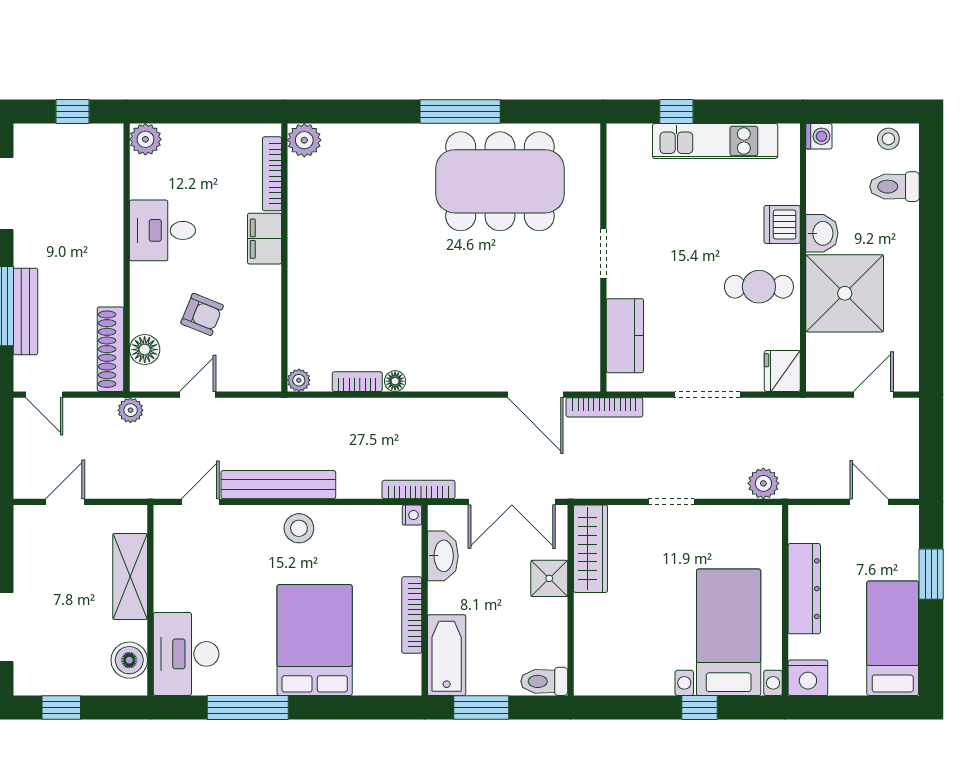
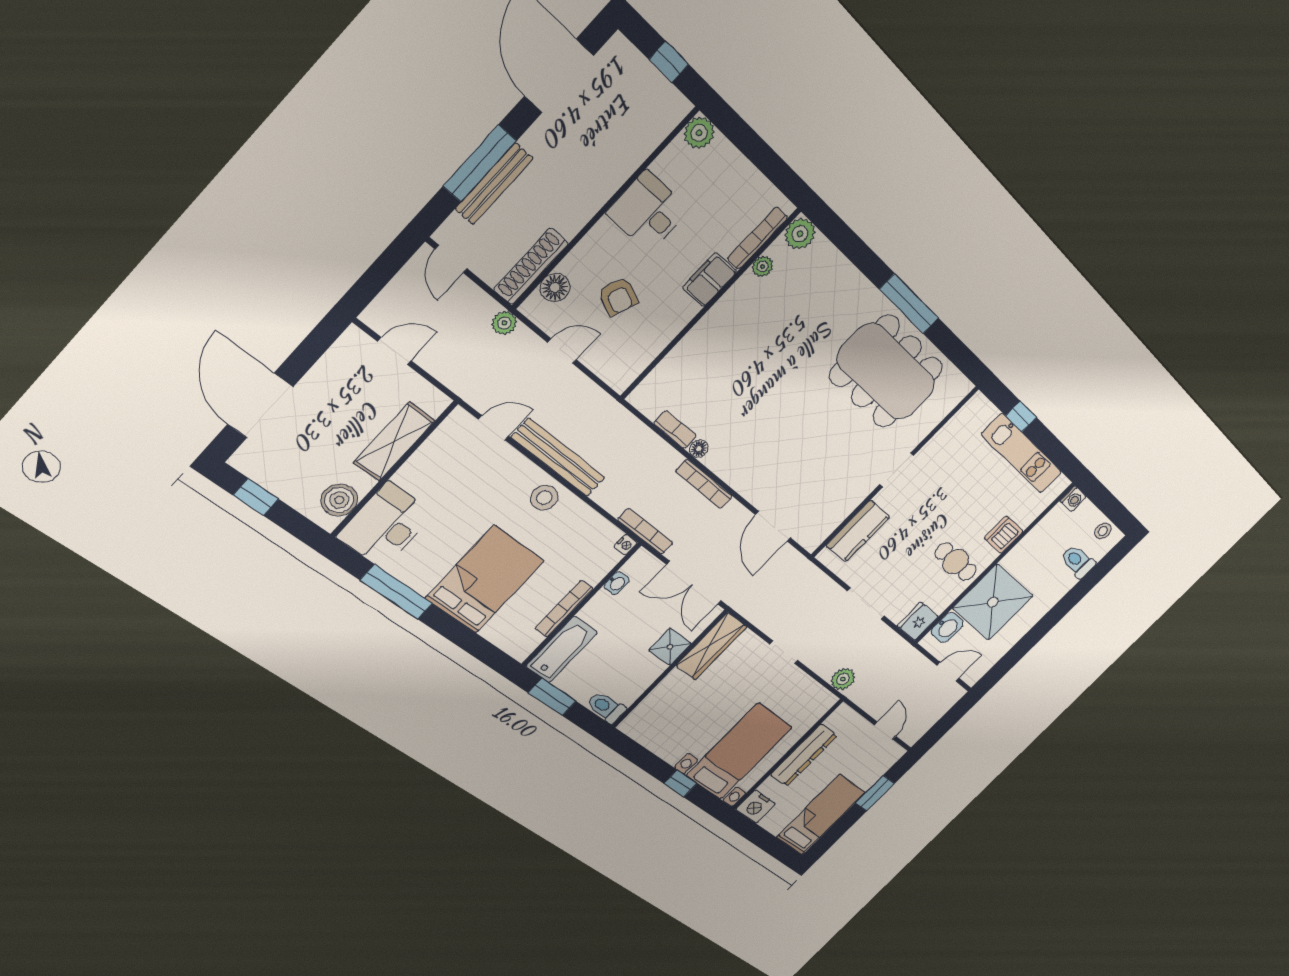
washbasin: (822, 233) -> (947, 627), moved
plant: (299, 380) -> (763, 266), moved
bookcase: (604, 407) -> (704, 484), moved
washbasin: (443, 556) -> (617, 583), width x0.52, depth x0.69

